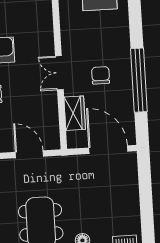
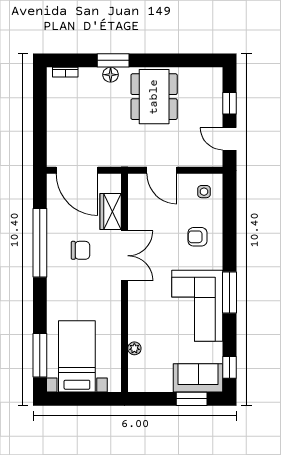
double door: (59, 73) -> (125, 256), width x1.37
chair: (101, 75) -> (81, 250), turned -90

